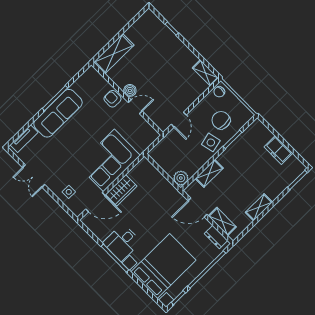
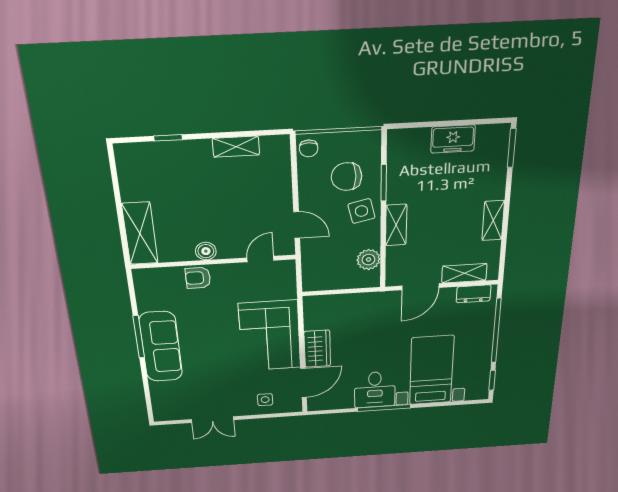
shelving: (205, 73) -> (236, 147), moved
door: (135, 107) -> (260, 259), moved
tv unit: (24, 139) -> (159, 400), removed
shelving: (209, 173) -> (396, 225), moved
plant: (181, 178) -> (369, 260), moved
bed with nightstands: (163, 266) -> (431, 370), width x0.73

